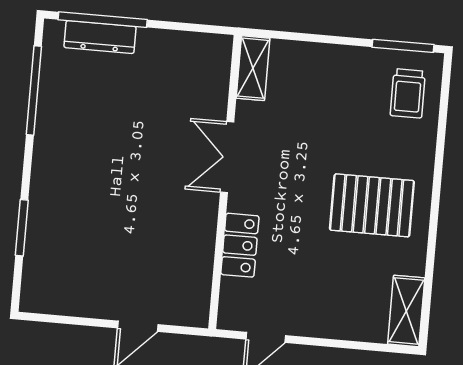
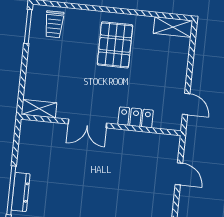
trolley: (408, 93) -> (54, 24), turned 90

